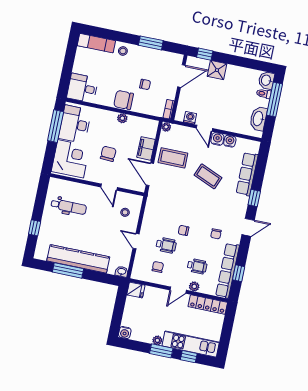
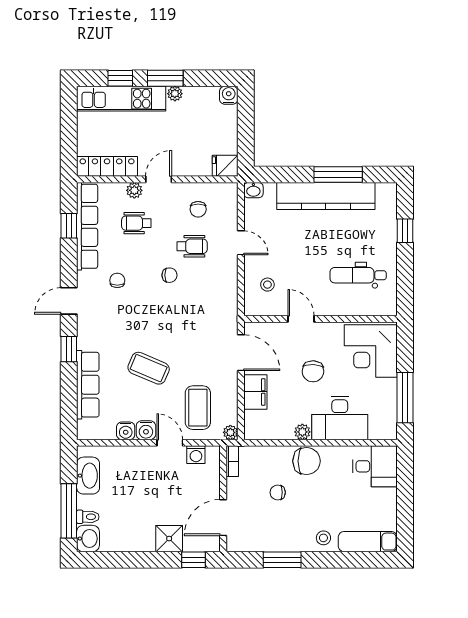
desk: (75, 124) -> (340, 418), moved, turned 90
coffee table: (173, 158) -> (198, 408), moved, turned 90
wheelchair: (166, 245) -> (192, 246), turned 180

